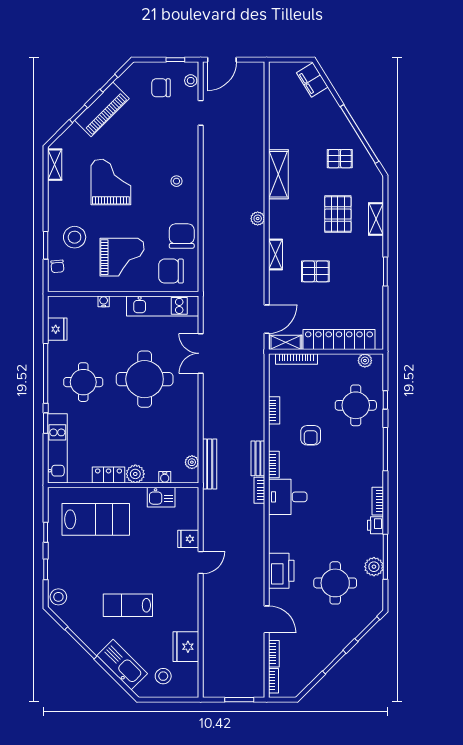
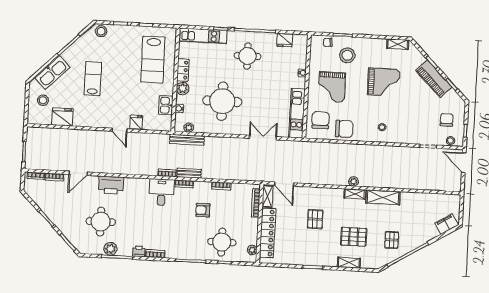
shelving: (275, 255) -> (355, 194), moved
round table: (145, 379) -> (222, 101), moved

